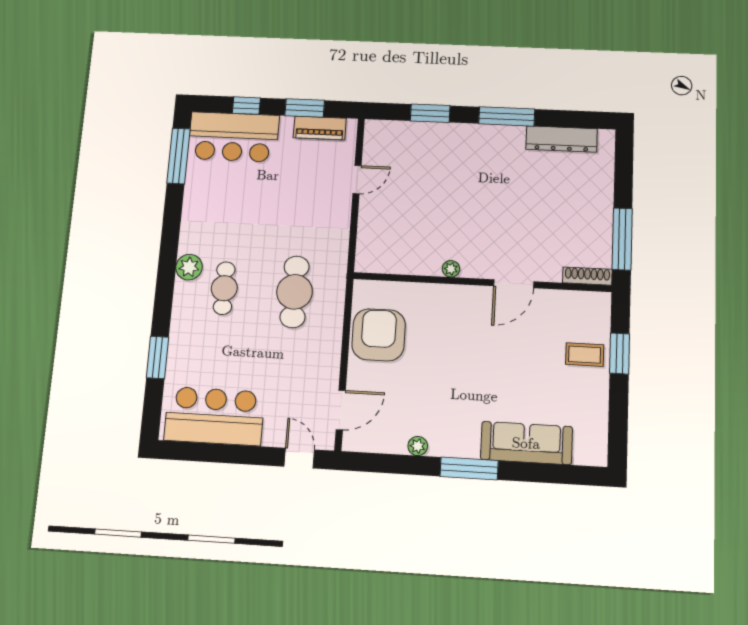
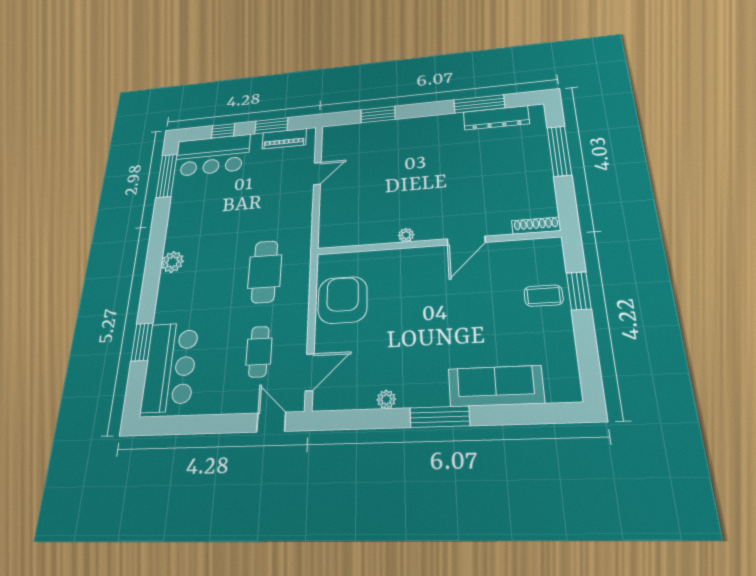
window: (507, 116) -> (479, 104), moved
window: (622, 239) -> (559, 151), moved
cafe table: (224, 288) -> (259, 352), moved
bar counter: (214, 416) -> (170, 367), moved, turned 90

